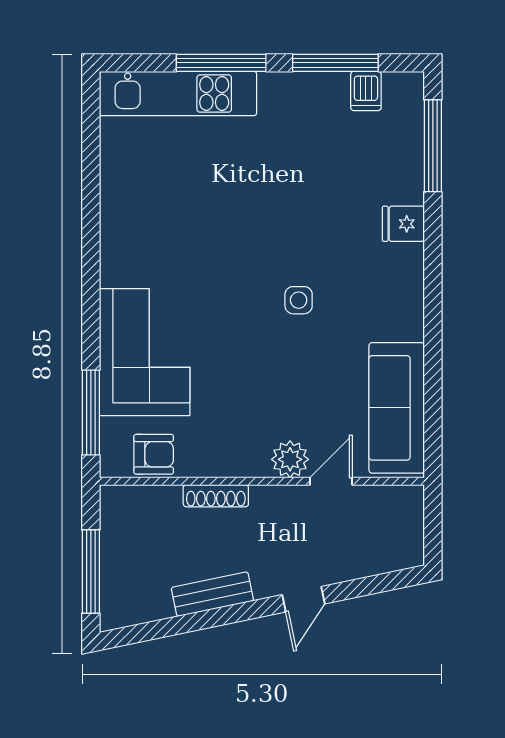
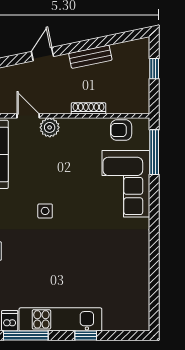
window: (221, 63) -> (86, 335), width x0.46
kitchen unit: (178, 93) -> (60, 319), moved
door: (331, 481) -> (28, 116), swing flipped
window: (91, 572) -> (154, 69), width x0.46

